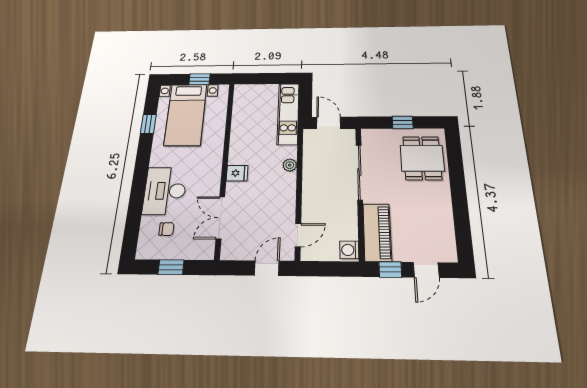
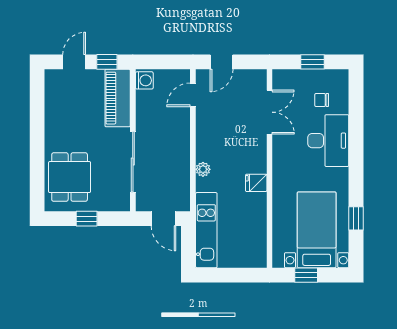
fridge: (237, 173) -> (256, 183), moved

